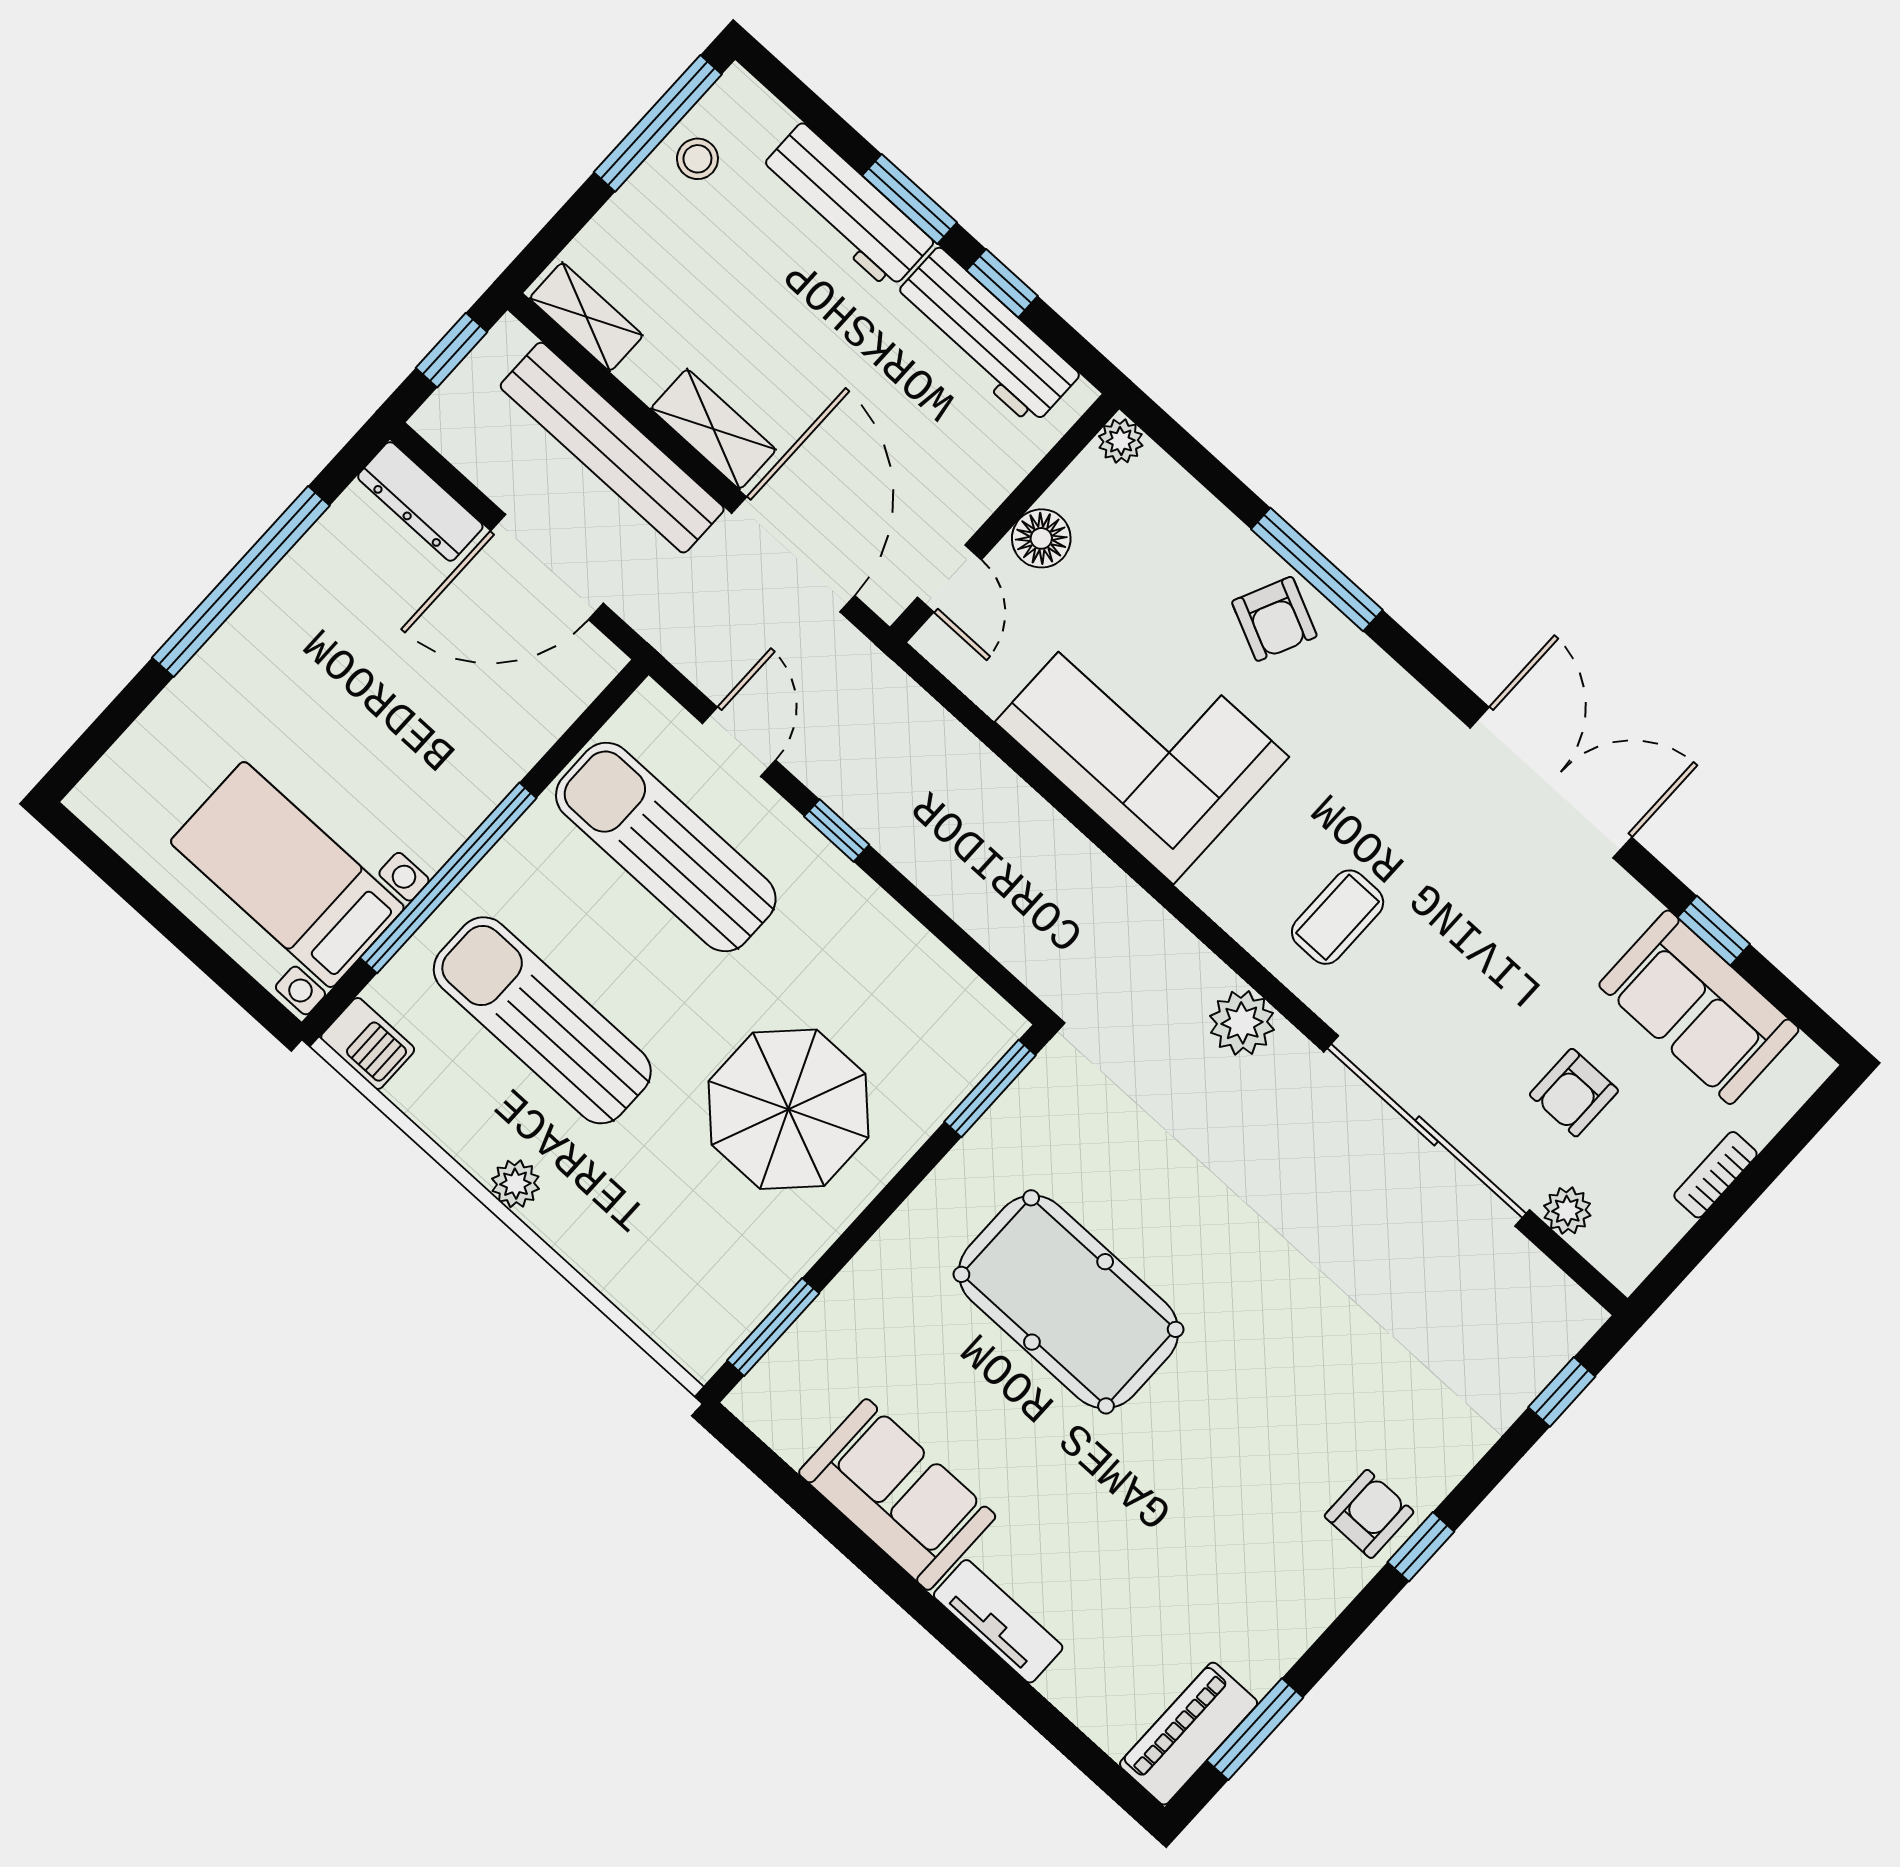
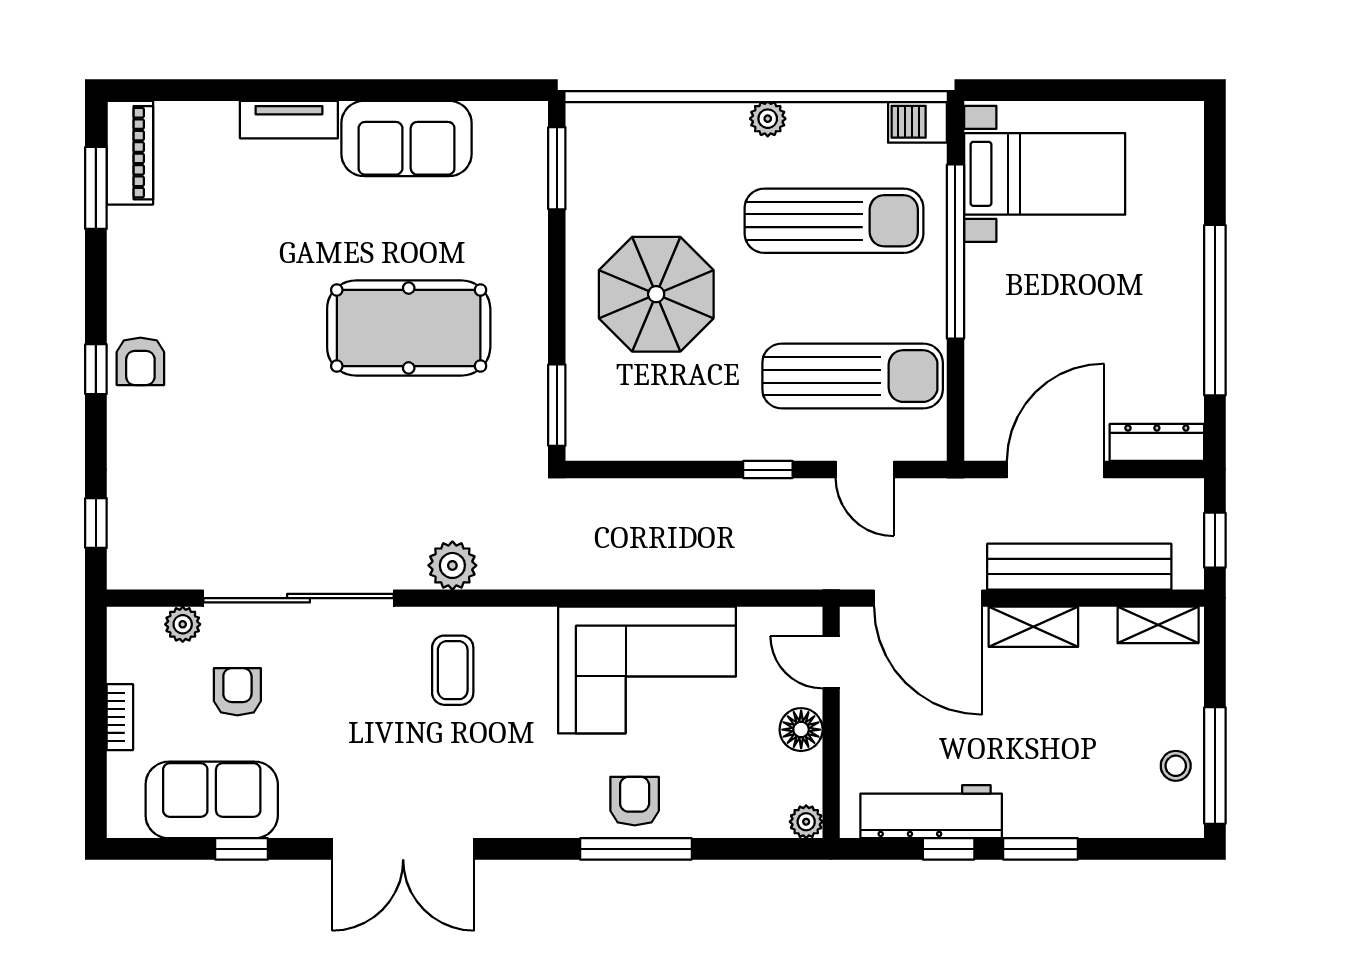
workbench: (846, 206) -> (1071, 813), removed
armchair: (1274, 619) -> (635, 801), turned 65

